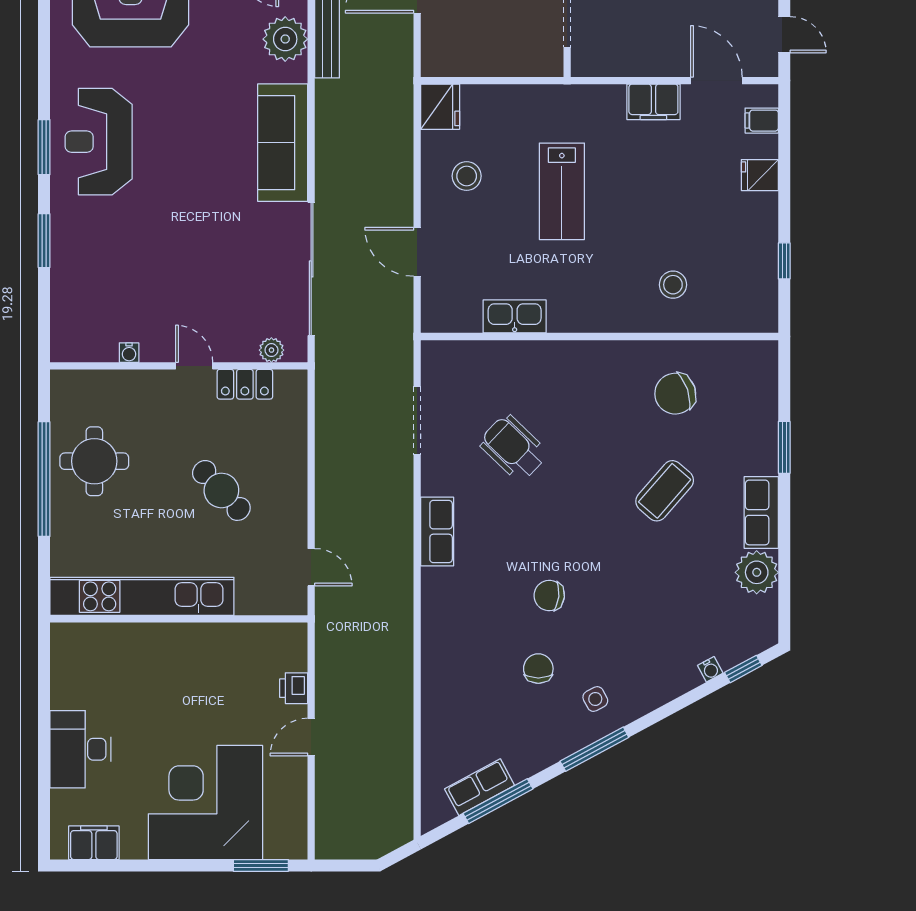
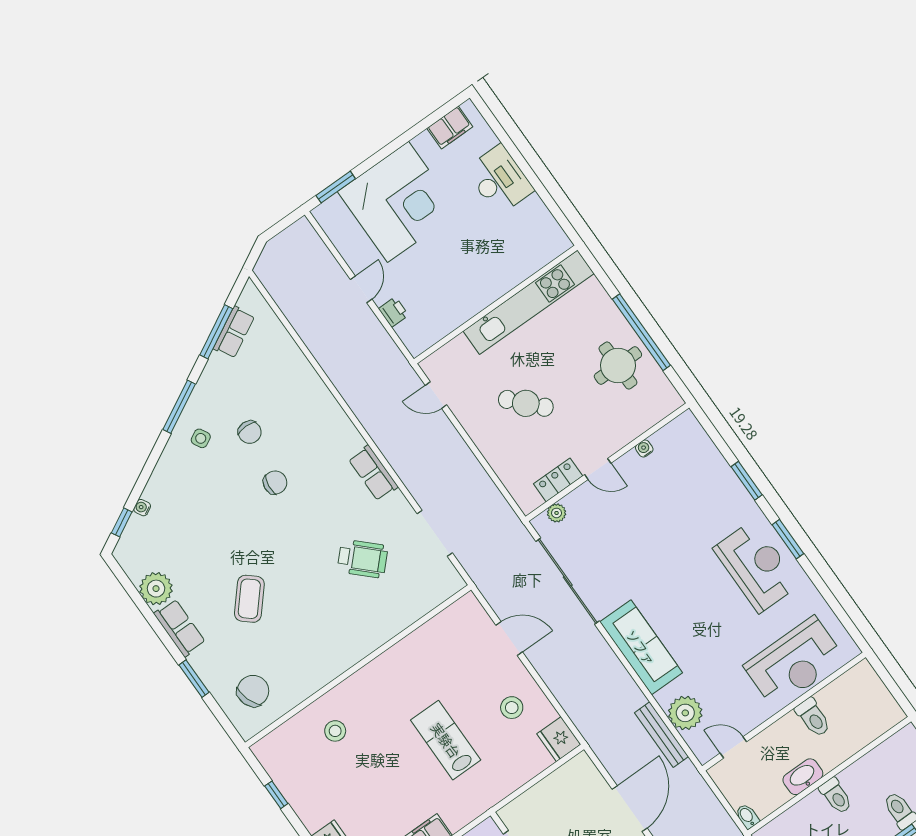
kitchen sink: (515, 316) -> (420, 641), removed
chair: (675, 394) -> (253, 691), moved

